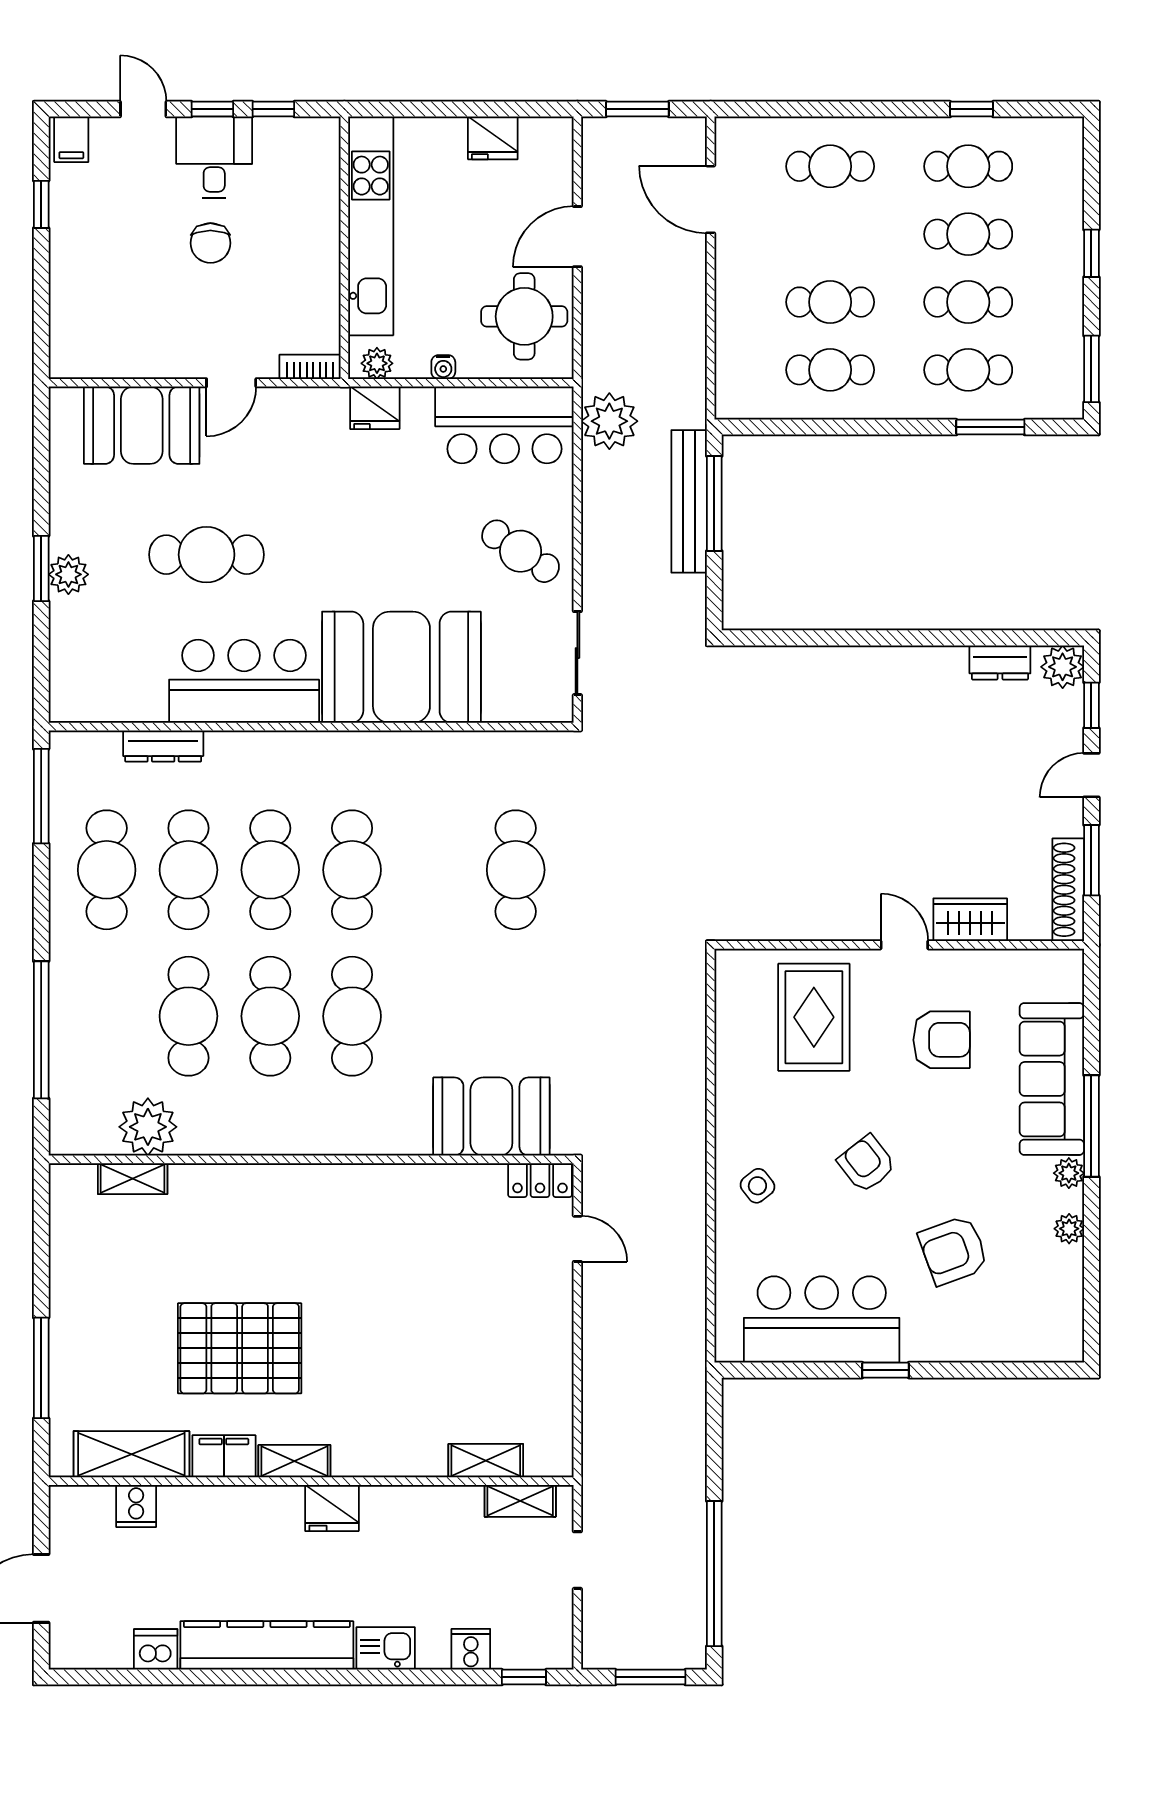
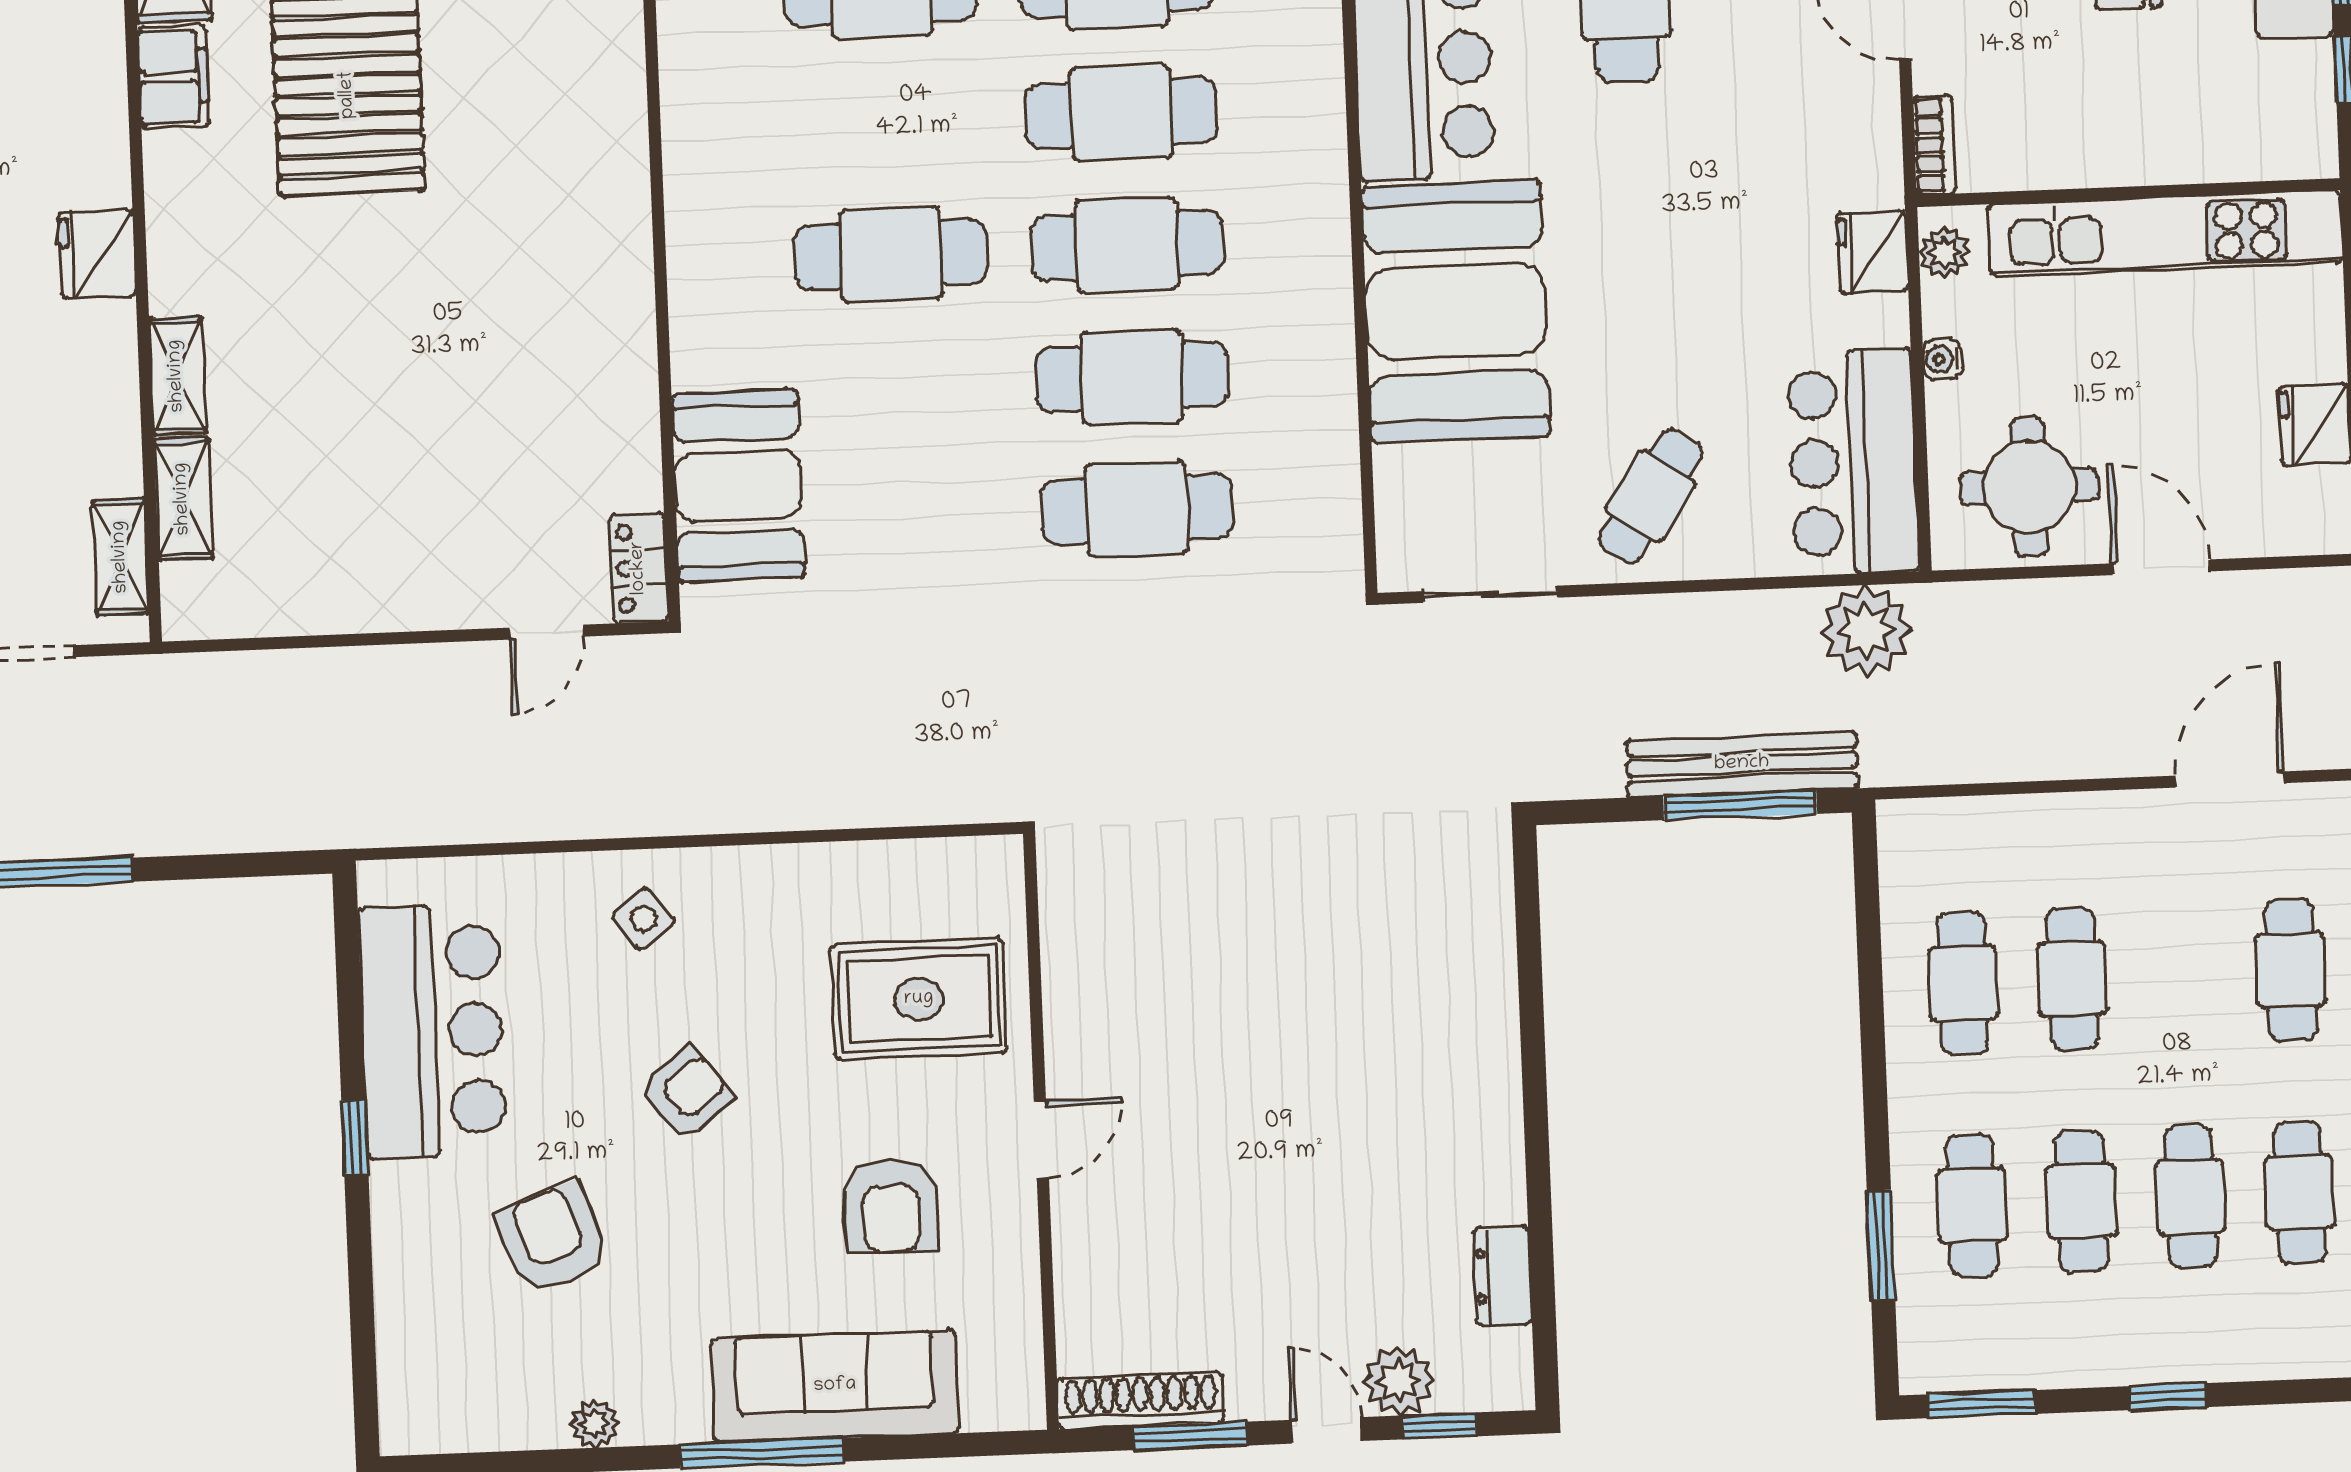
plant: (1063, 667) -> (1399, 1381), moved
wardrobe: (970, 920) -> (1086, 1244), removed
cafe table: (270, 1016) -> (1132, 377), moved
plant: (1069, 1173) -> (684, 1420), removed
shelving: (294, 1461) -> (177, 376), moved

